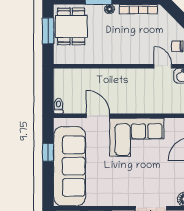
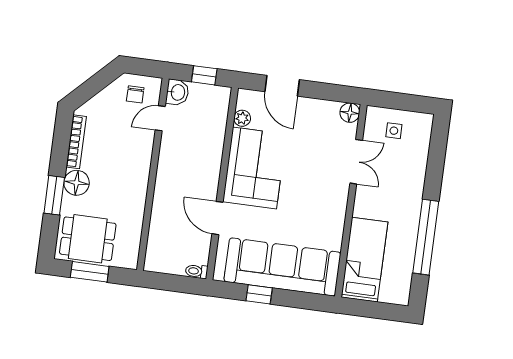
floor lamp: (109, 9) -> (77, 183), width x1.89, depth x1.89
door: (98, 116) -> (218, 218), hinge flipped
plant: (171, 124) -> (242, 118), added

